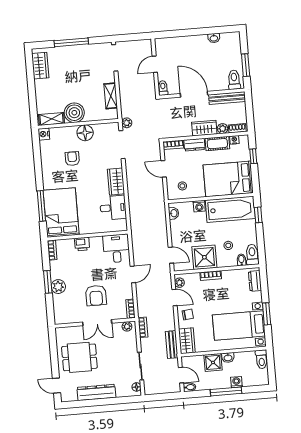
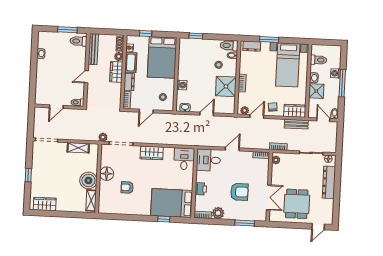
window: (71, 42) -> (28, 175), width x0.46
door: (155, 64) -> (56, 107), hinge flipped
door: (194, 94) -> (86, 77), width x0.53
nightstand: (44, 134) -> (103, 209), removed
window: (41, 206) -> (164, 219), width x0.46
desk: (113, 208) -> (184, 159), moved
bathtub: (230, 209) -> (188, 59), removed
door: (171, 255) -> (207, 114), moved
door: (133, 274) -> (232, 149), hinge flipped
window: (48, 282) -> (245, 223), moved
plant: (58, 287) -> (218, 213), moved
armchair: (96, 295) -> (239, 192), moved
window: (267, 314) -> (269, 40), moved
double door: (97, 323) -> (269, 197), moved
toilet: (262, 359) -> (319, 60), moved
door: (181, 375) -> (323, 120), hinge flipped
dresser: (96, 392) -> (329, 182), moved

